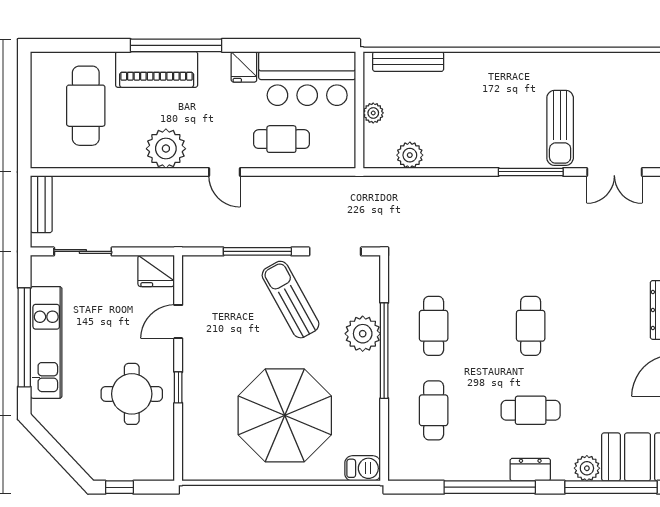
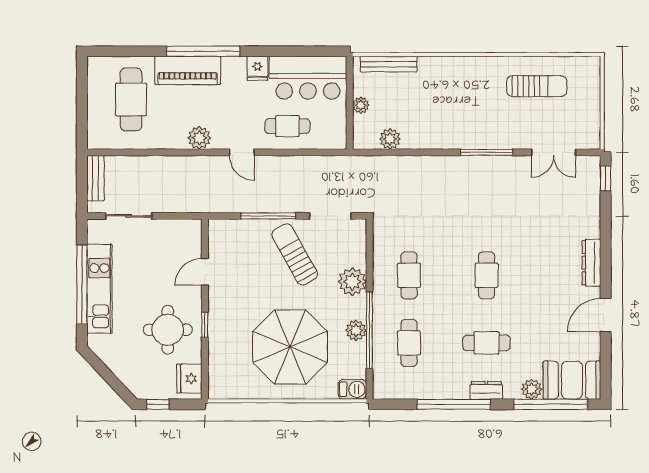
sun lounger: (560, 128) -> (537, 86), moved, turned -90
plant: (166, 149) -> (199, 138), width x0.73, depth x0.73
fridge: (156, 271) -> (189, 379), moved, turned 90
window: (384, 351) -> (369, 330), moved
plant: (367, 395) -> (356, 330), added

